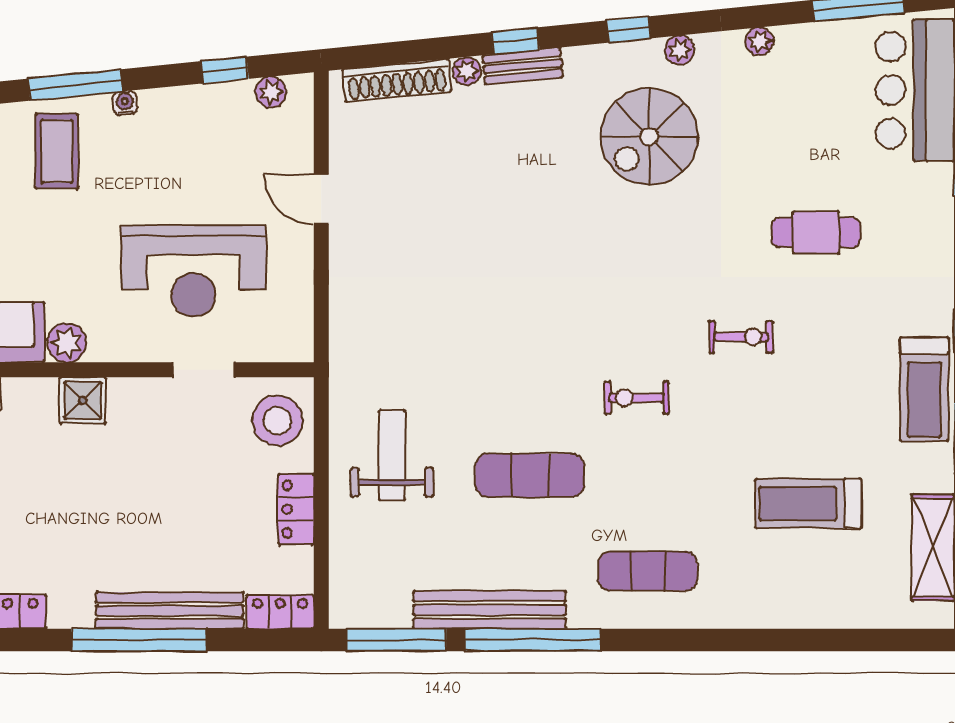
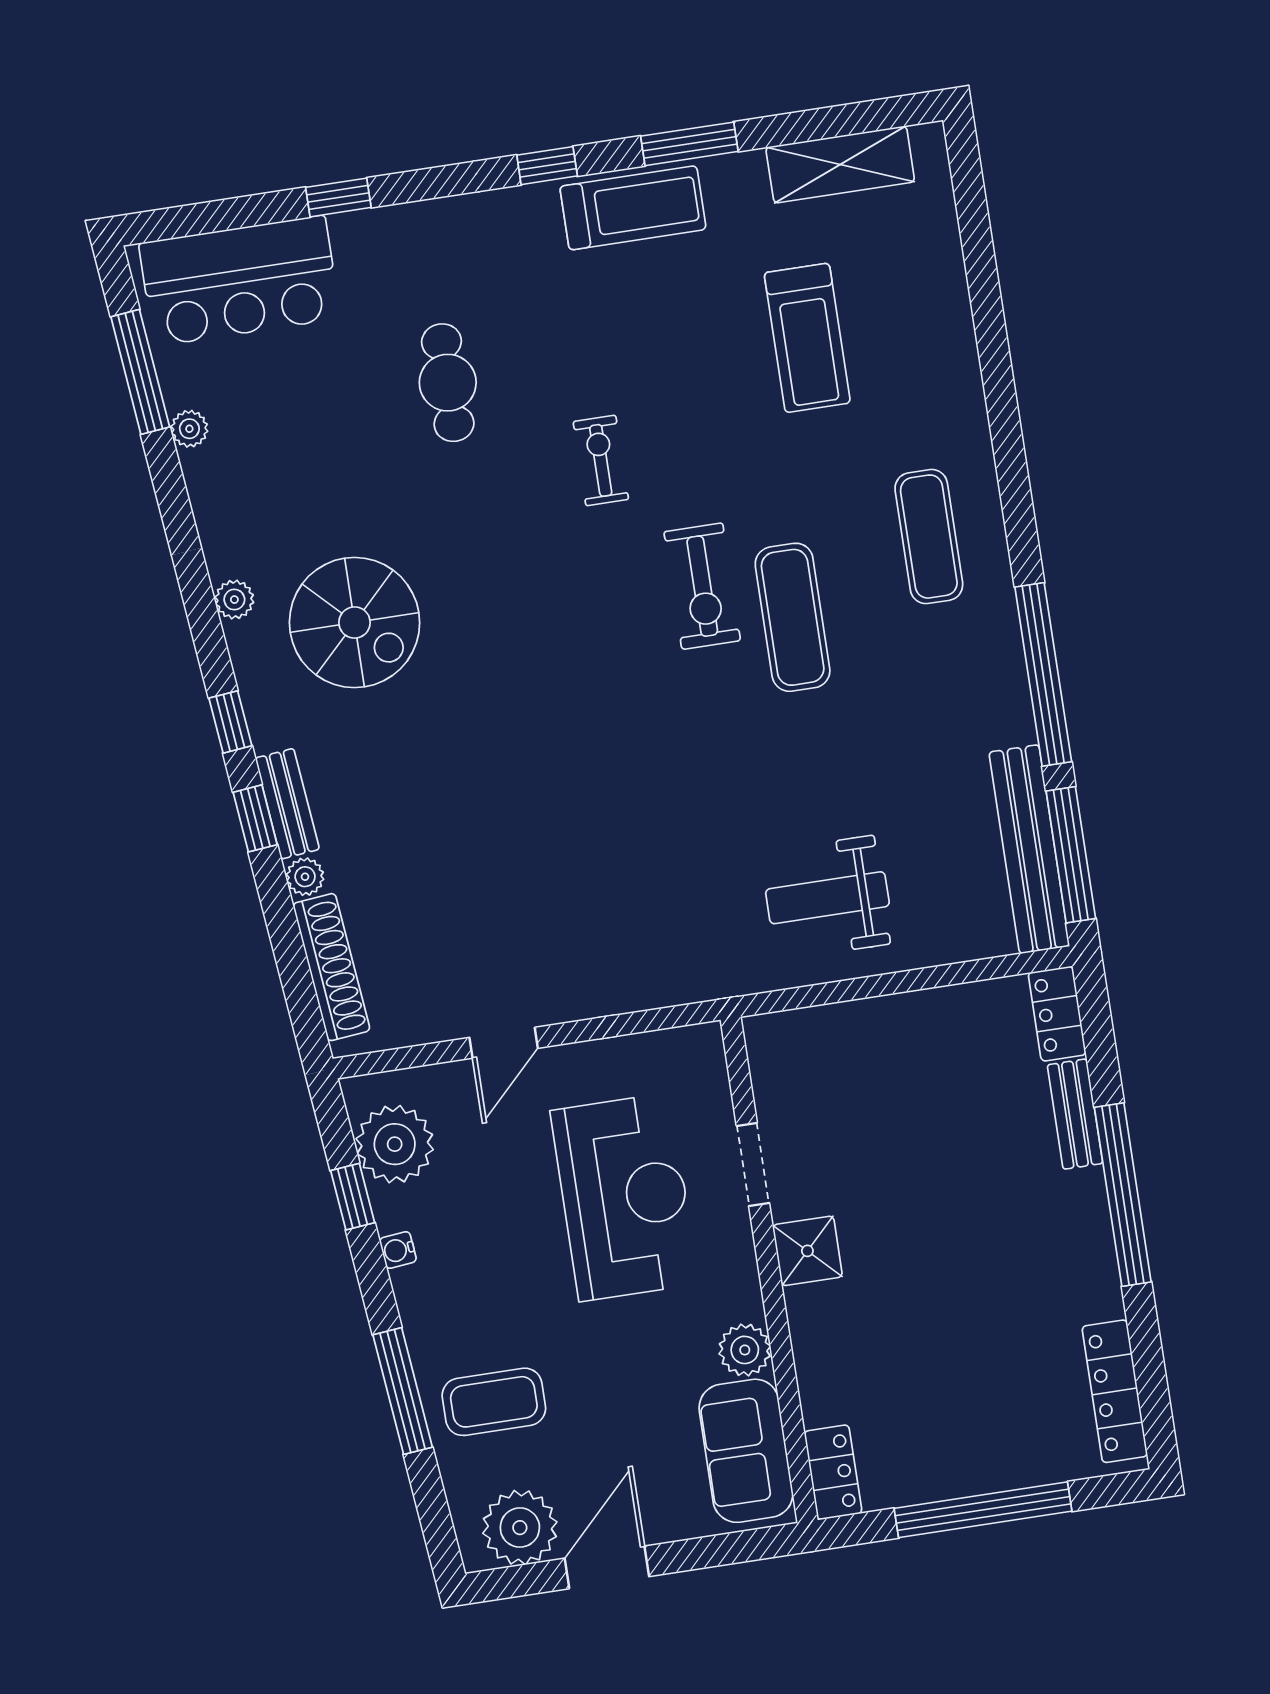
window: (629, 29) -> (230, 722), moved
plant: (759, 41) -> (189, 429), moved
plant: (271, 92) -> (395, 1144), width x1.88, depth x1.88
water cooler: (125, 103) -> (398, 1250), moved
exercise bike: (637, 398) -> (702, 586), width x1.38, depth x1.39
shower: (83, 400) -> (807, 1251), moved
stool: (277, 421) -> (805, 1056), removed
exercise mat: (530, 475) -> (793, 617), moved
locker: (296, 509) -> (918, 1014), removed
bench: (170, 610) -> (1075, 1114), width x0.54, depth x0.82
bench: (490, 610) -> (1029, 849), moved

